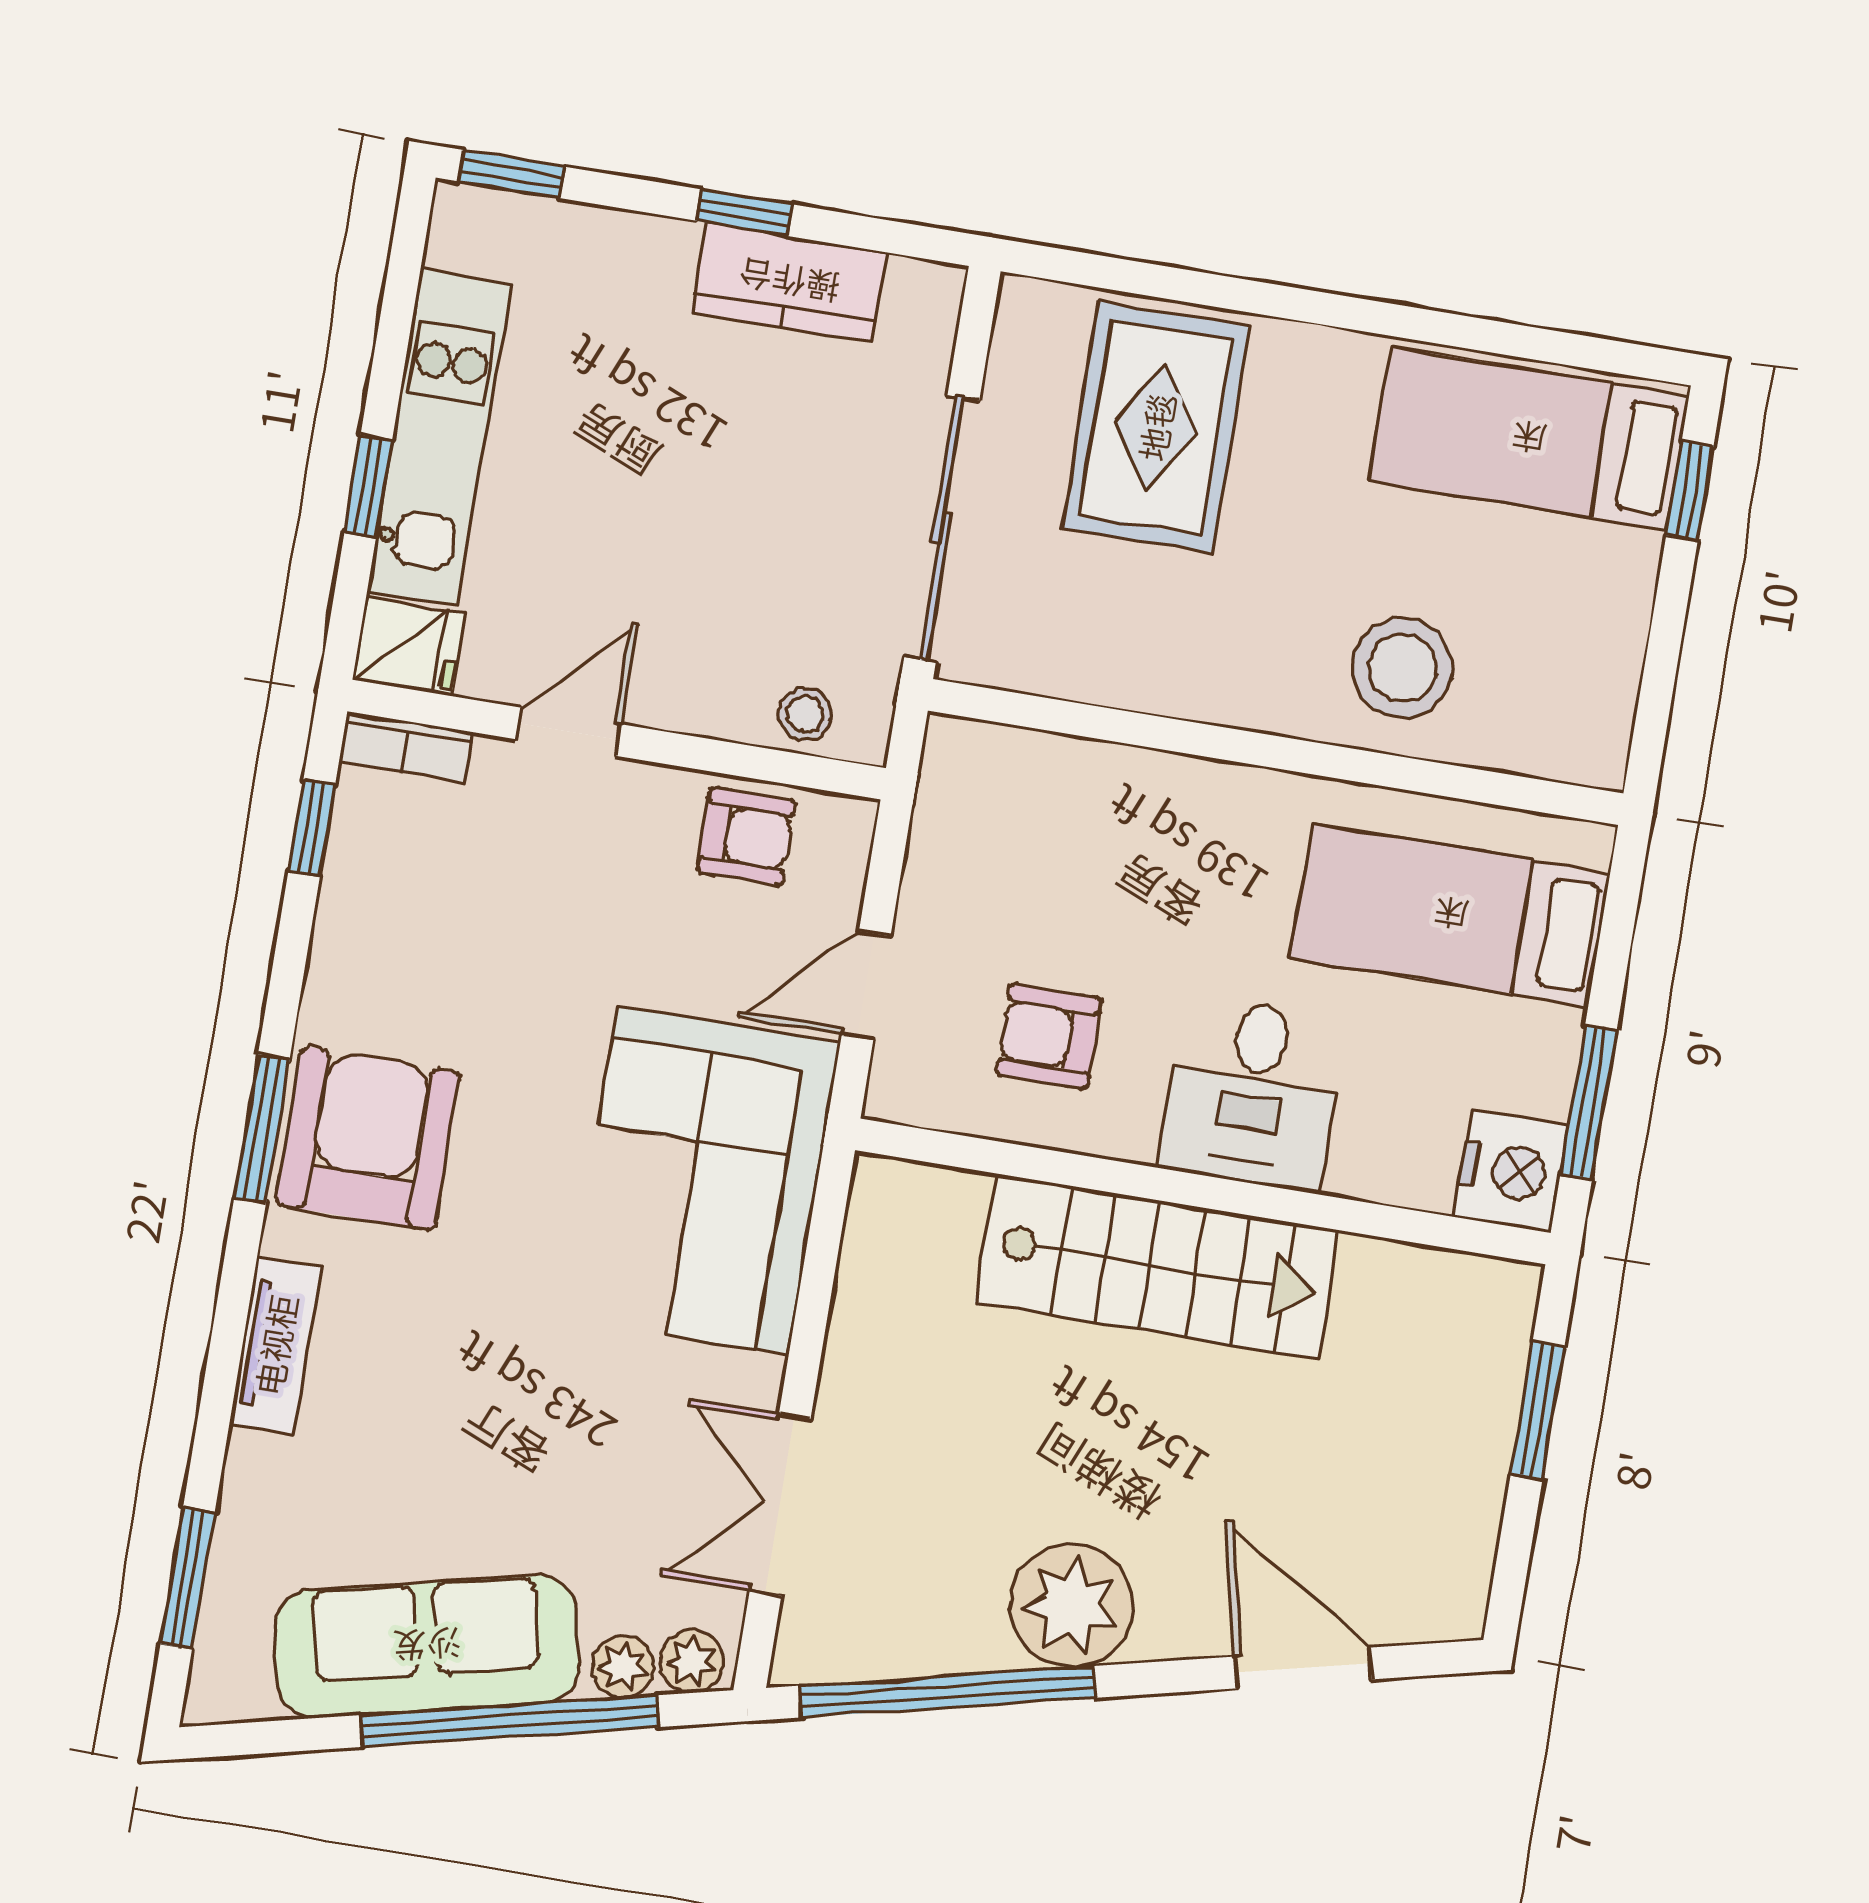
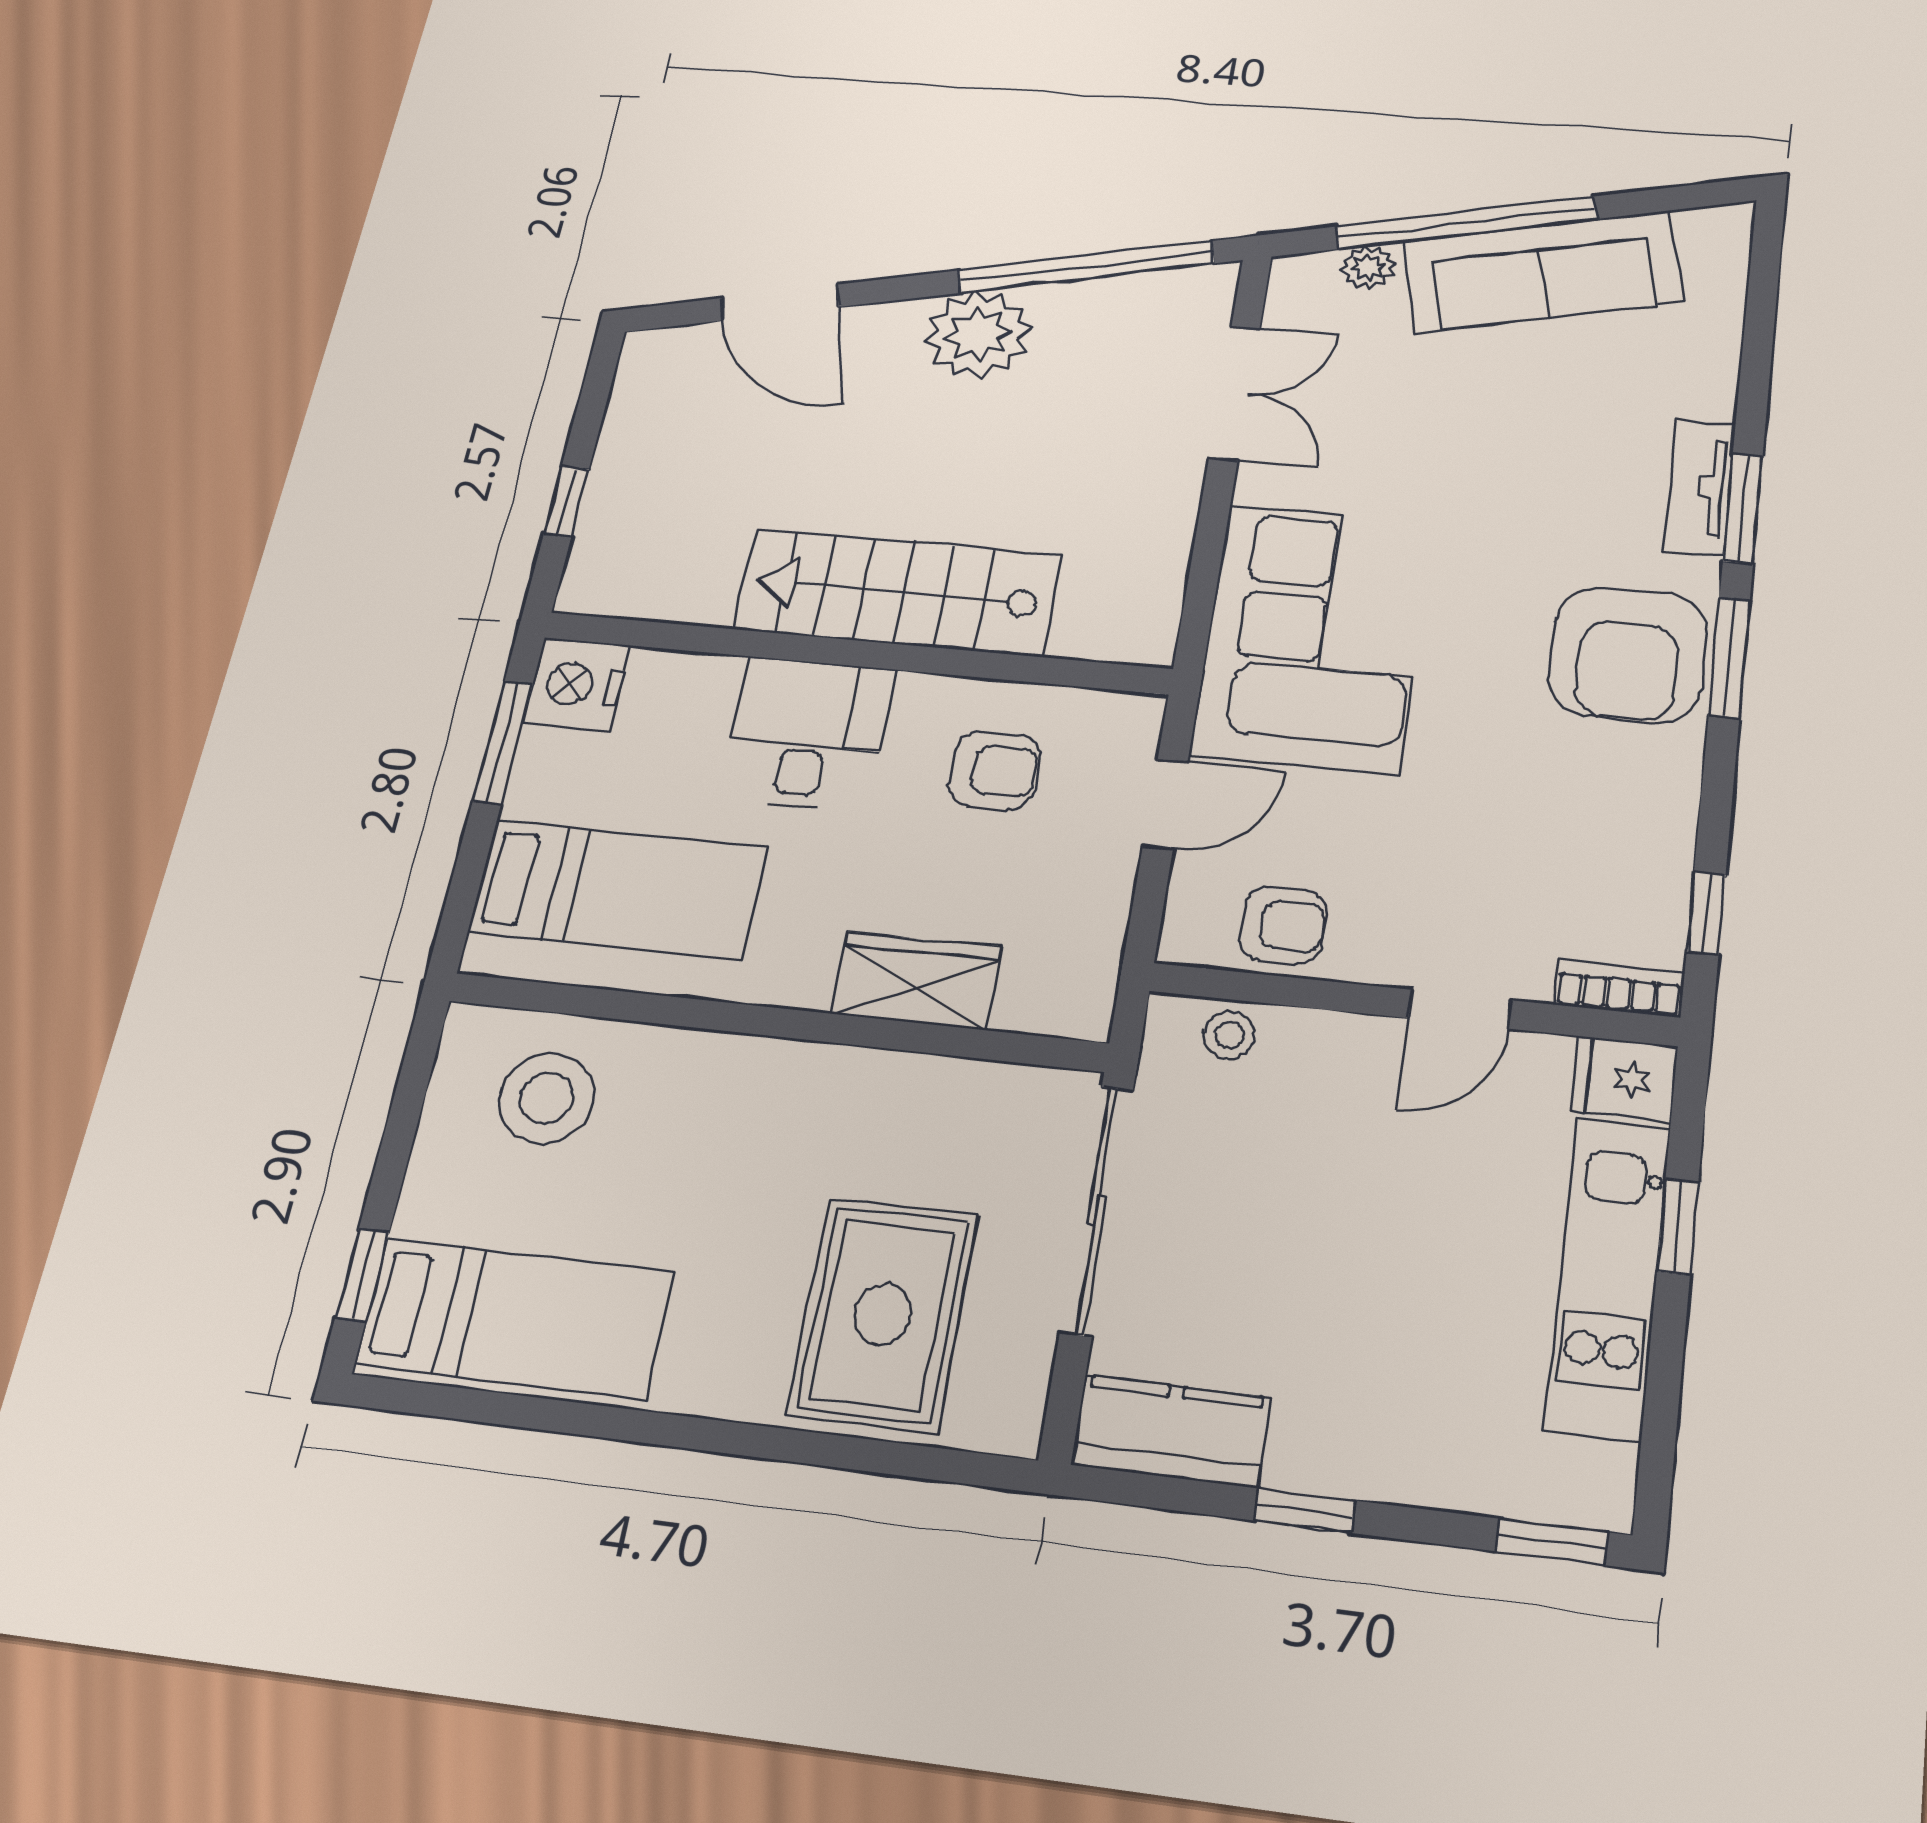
kitchen counter: (789, 282) -> (1171, 1431), moved
stool: (1403, 668) -> (546, 1098), moved
wardrobe: (1129, 792) -> (916, 981), added
armchair: (746, 836) -> (1283, 925), turned 180
window: (1537, 1411) -> (566, 501), width x0.67
window: (187, 1578) -> (1743, 509), moved
plant: (692, 1661) -> (1308, 275), removed

